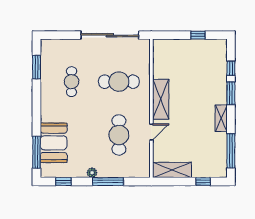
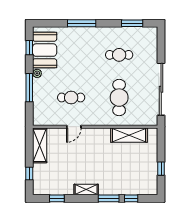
shelving: (161, 99) -> (129, 135), moved
door: (151, 132) -> (74, 127), hinge flipped
cafe table: (119, 135) -> (71, 98), width x0.73, depth x0.74
booth: (54, 143) -> (45, 50), moved, turned 90
window: (231, 151) -> (57, 198), width x0.46
window: (37, 152) -> (82, 23), moved

